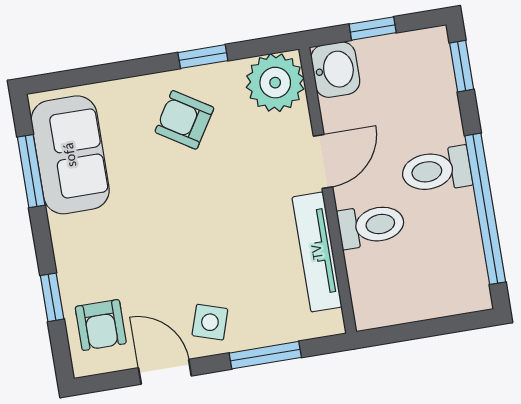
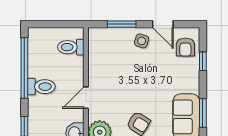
toilet: (371, 225) -> (71, 47), moved
tv unit: (317, 252) -> (94, 62), removed
armchair: (101, 325) -> (185, 47), turned 180

